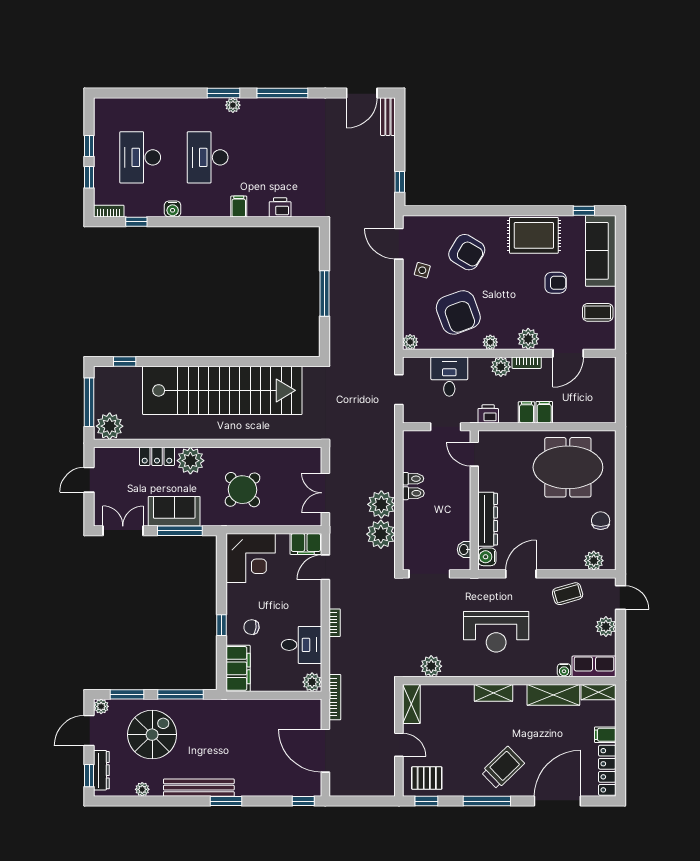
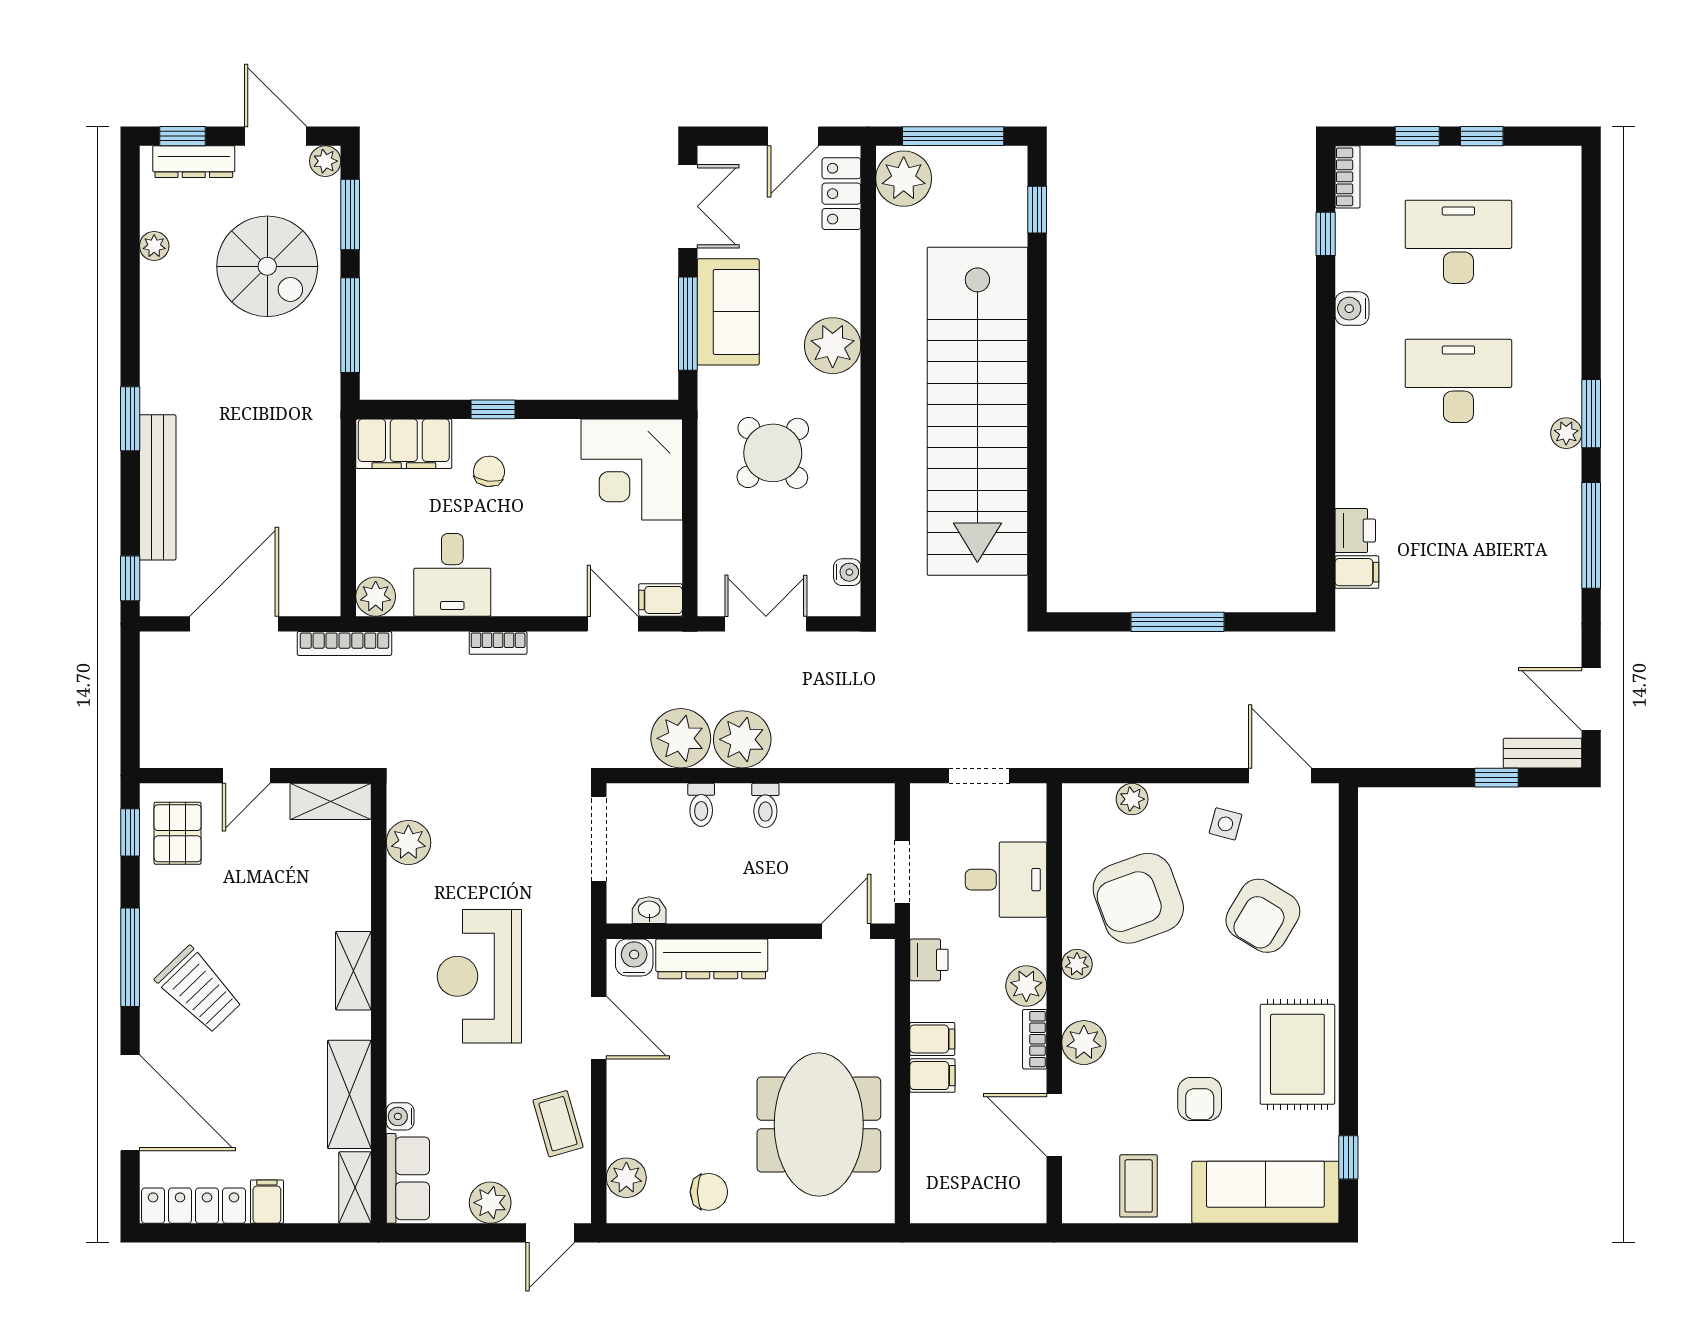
window: (400, 182) -> (1496, 778), moved
filing cabinet: (239, 207) -> (1357, 572), moved
door: (399, 244) -> (1280, 776), hinge flipped
plant: (410, 342) -> (1132, 799), moved
water cooler: (300, 454) -> (847, 572), added
locker: (157, 456) -> (841, 194), moved
toilet: (413, 479) -> (701, 805), moved
door: (89, 480) -> (793, 136), swing flipped
filing cabinet: (306, 544) -> (661, 600), width x0.50
bench: (199, 788) -> (158, 487), moved

